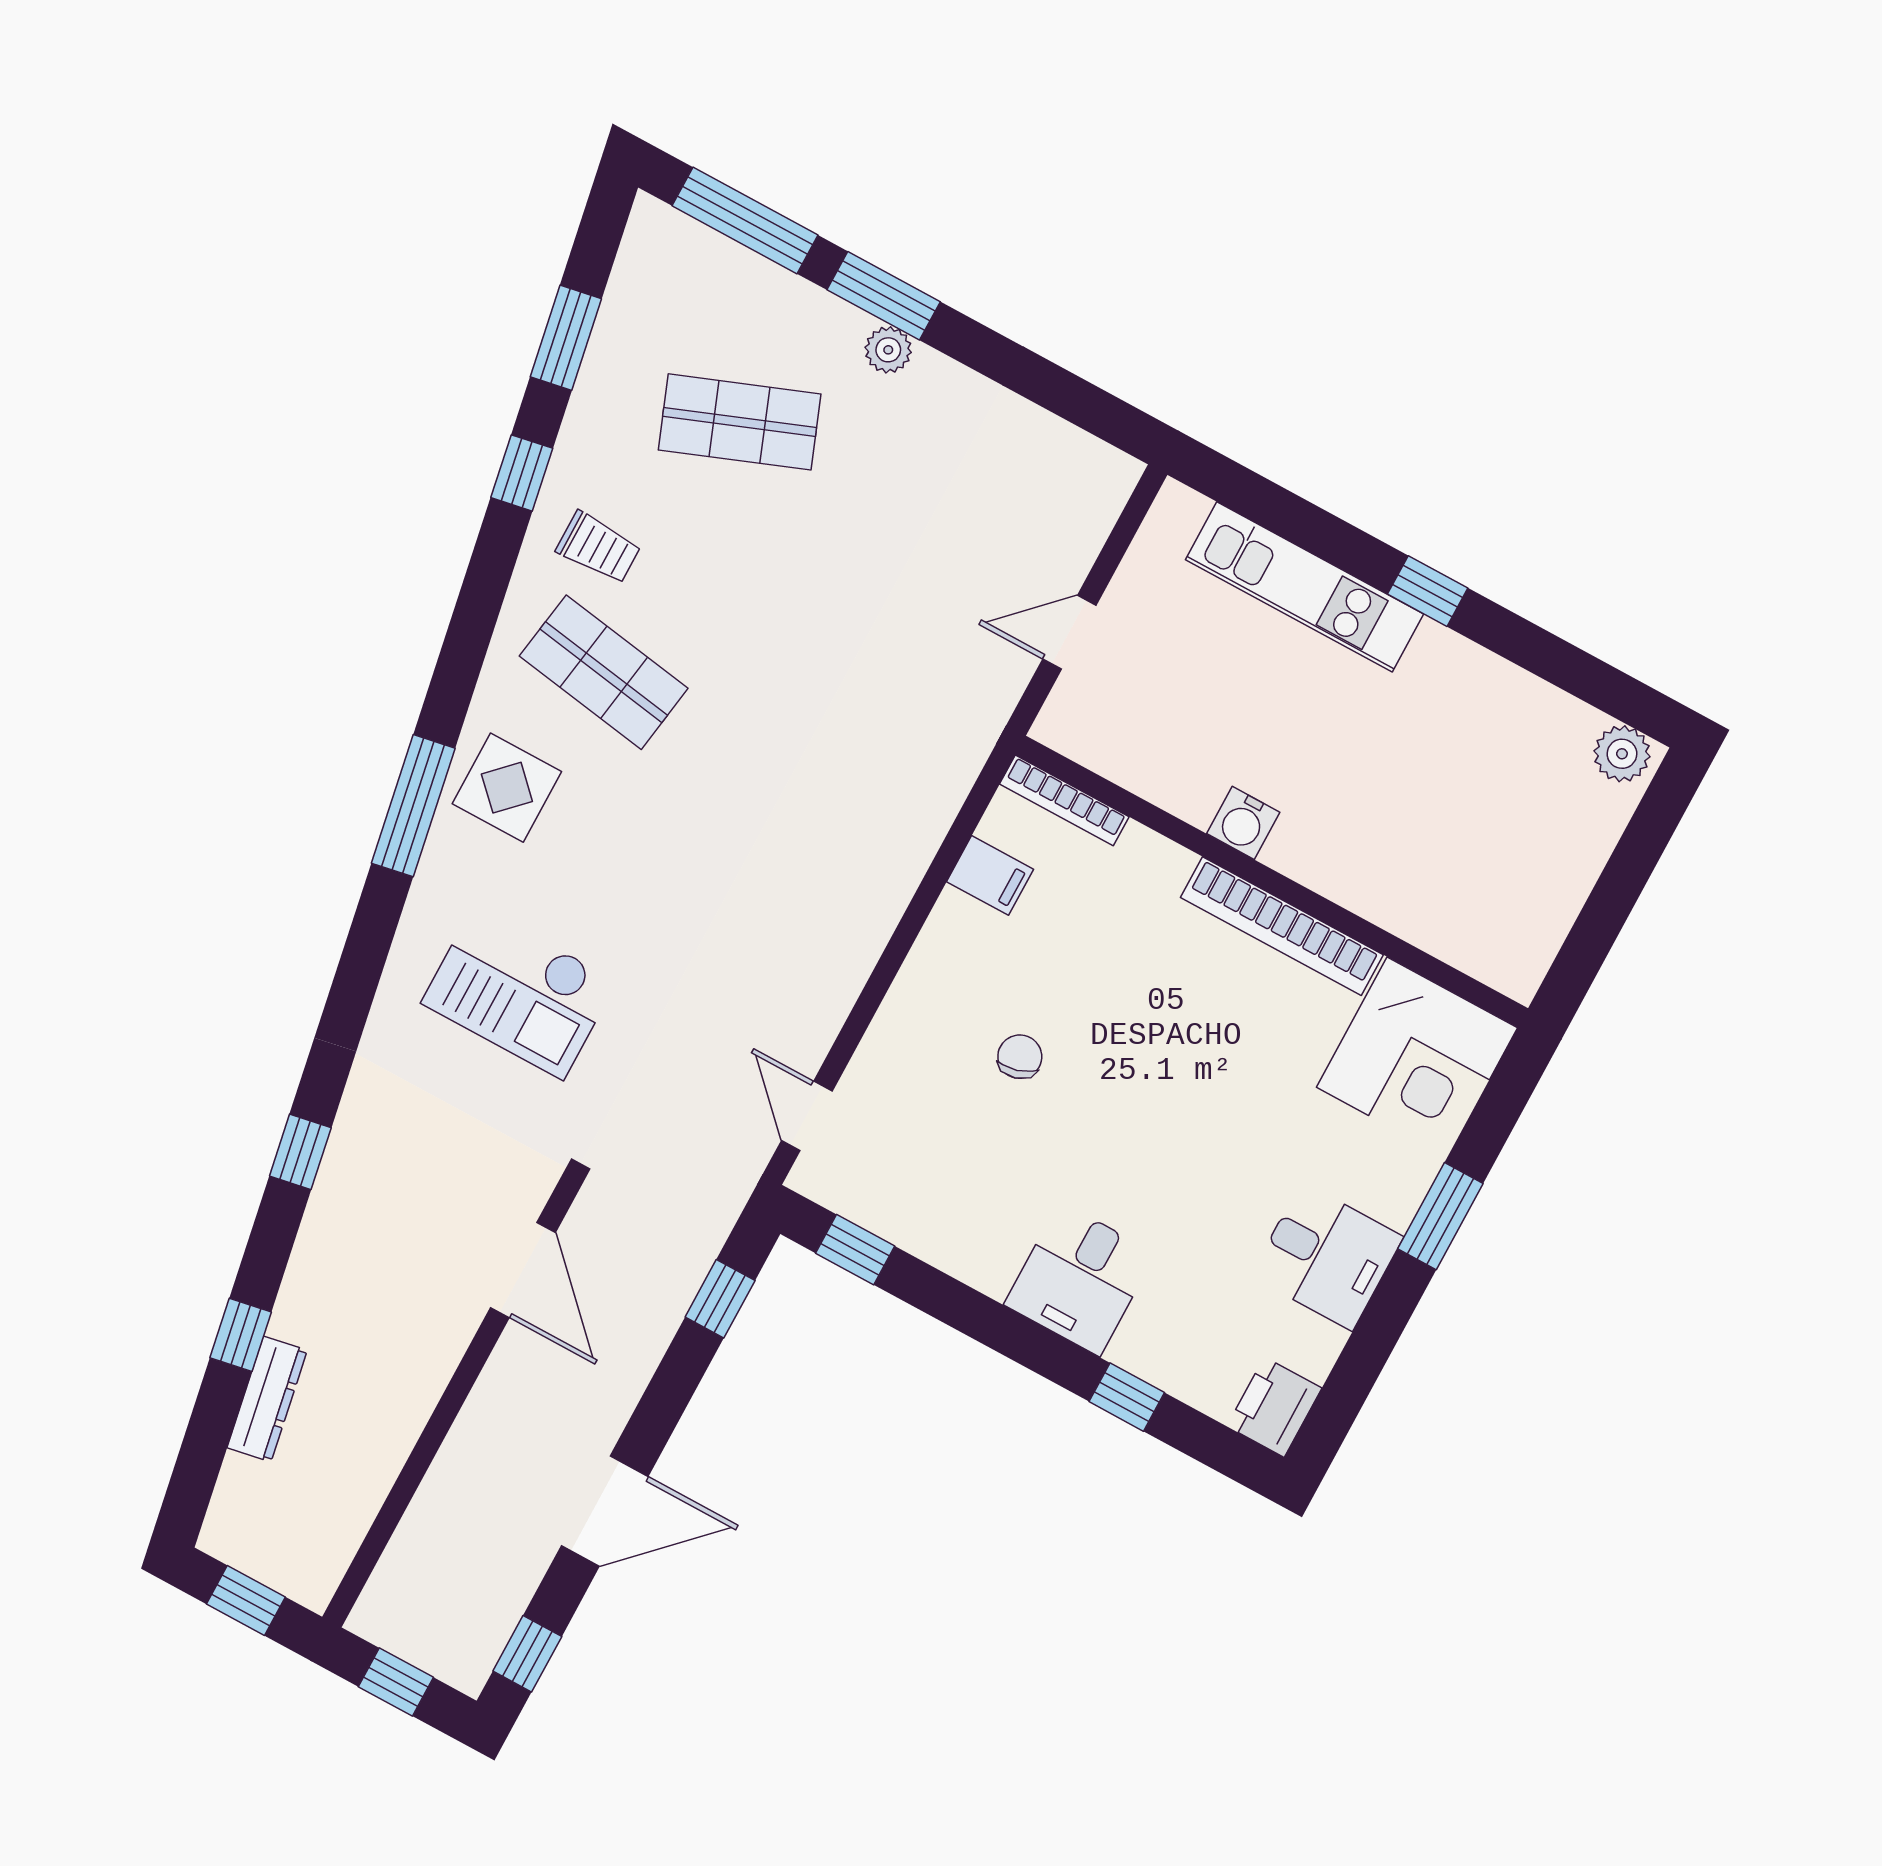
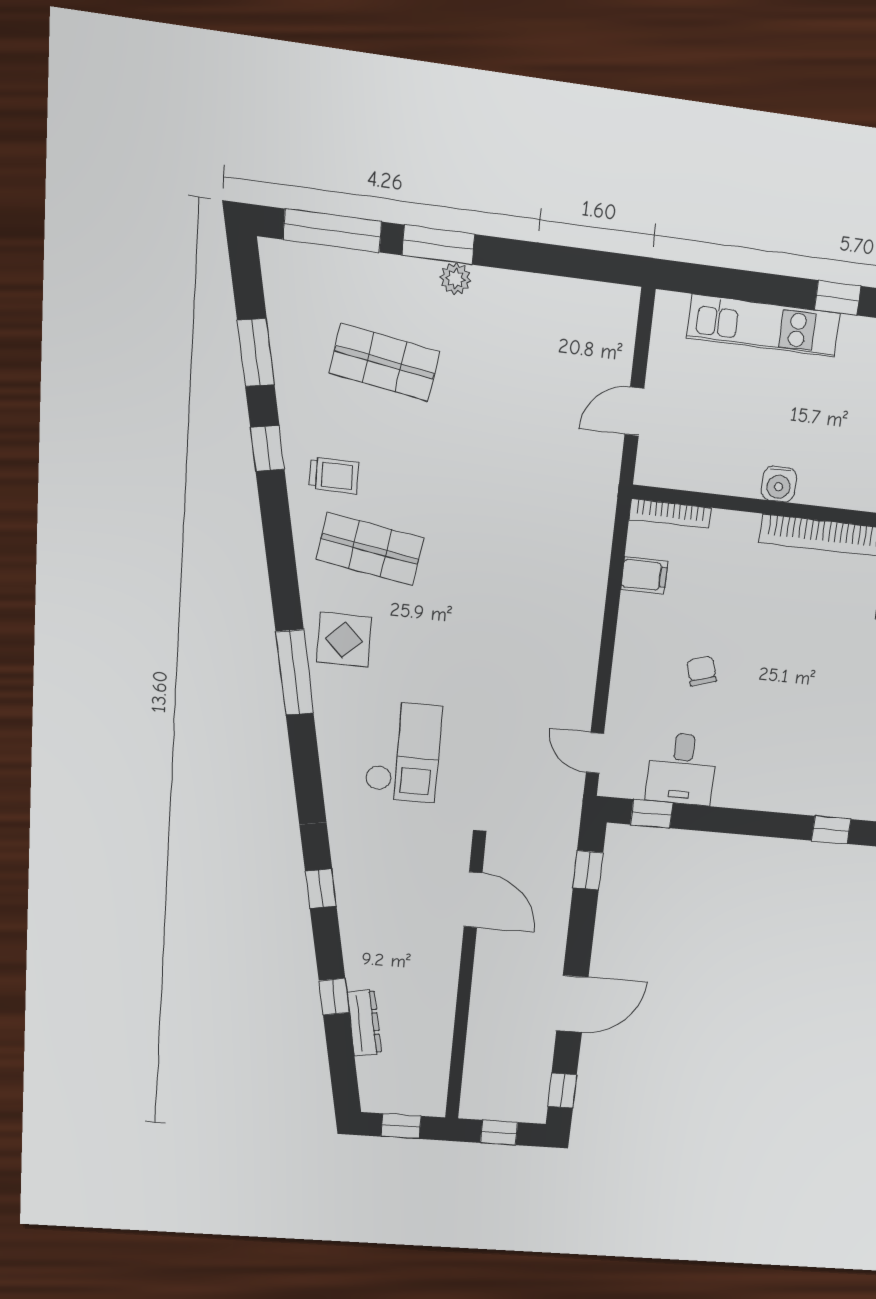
shop shelf: (740, 422) -> (384, 362), turned 30
checkout: (519, 992) -> (403, 752), turned -90
desk: (1080, 1279) -> (682, 769), moved

